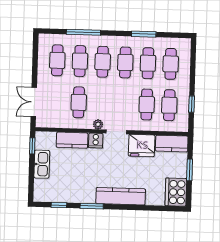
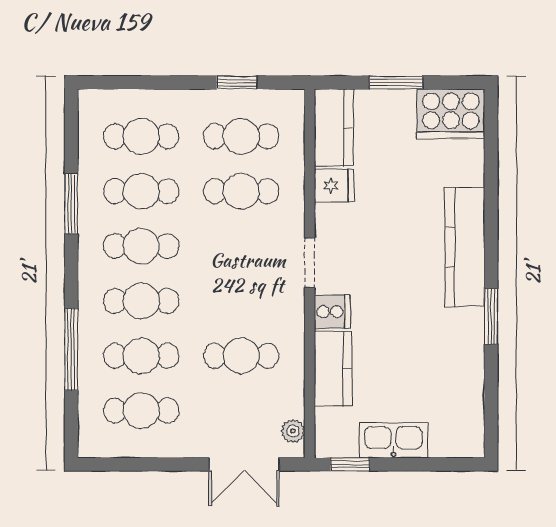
plant: (98, 124) -> (293, 431), moved
fridge: (142, 145) -> (334, 186), width x0.53, depth x0.75
window: (59, 205) -> (491, 396), removed

